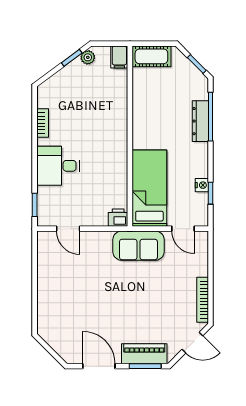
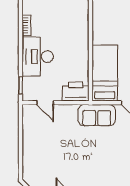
desk: (58, 166) -> (38, 57), width x1.37
printer: (118, 218) -> (76, 92), width x1.87, depth x1.48

